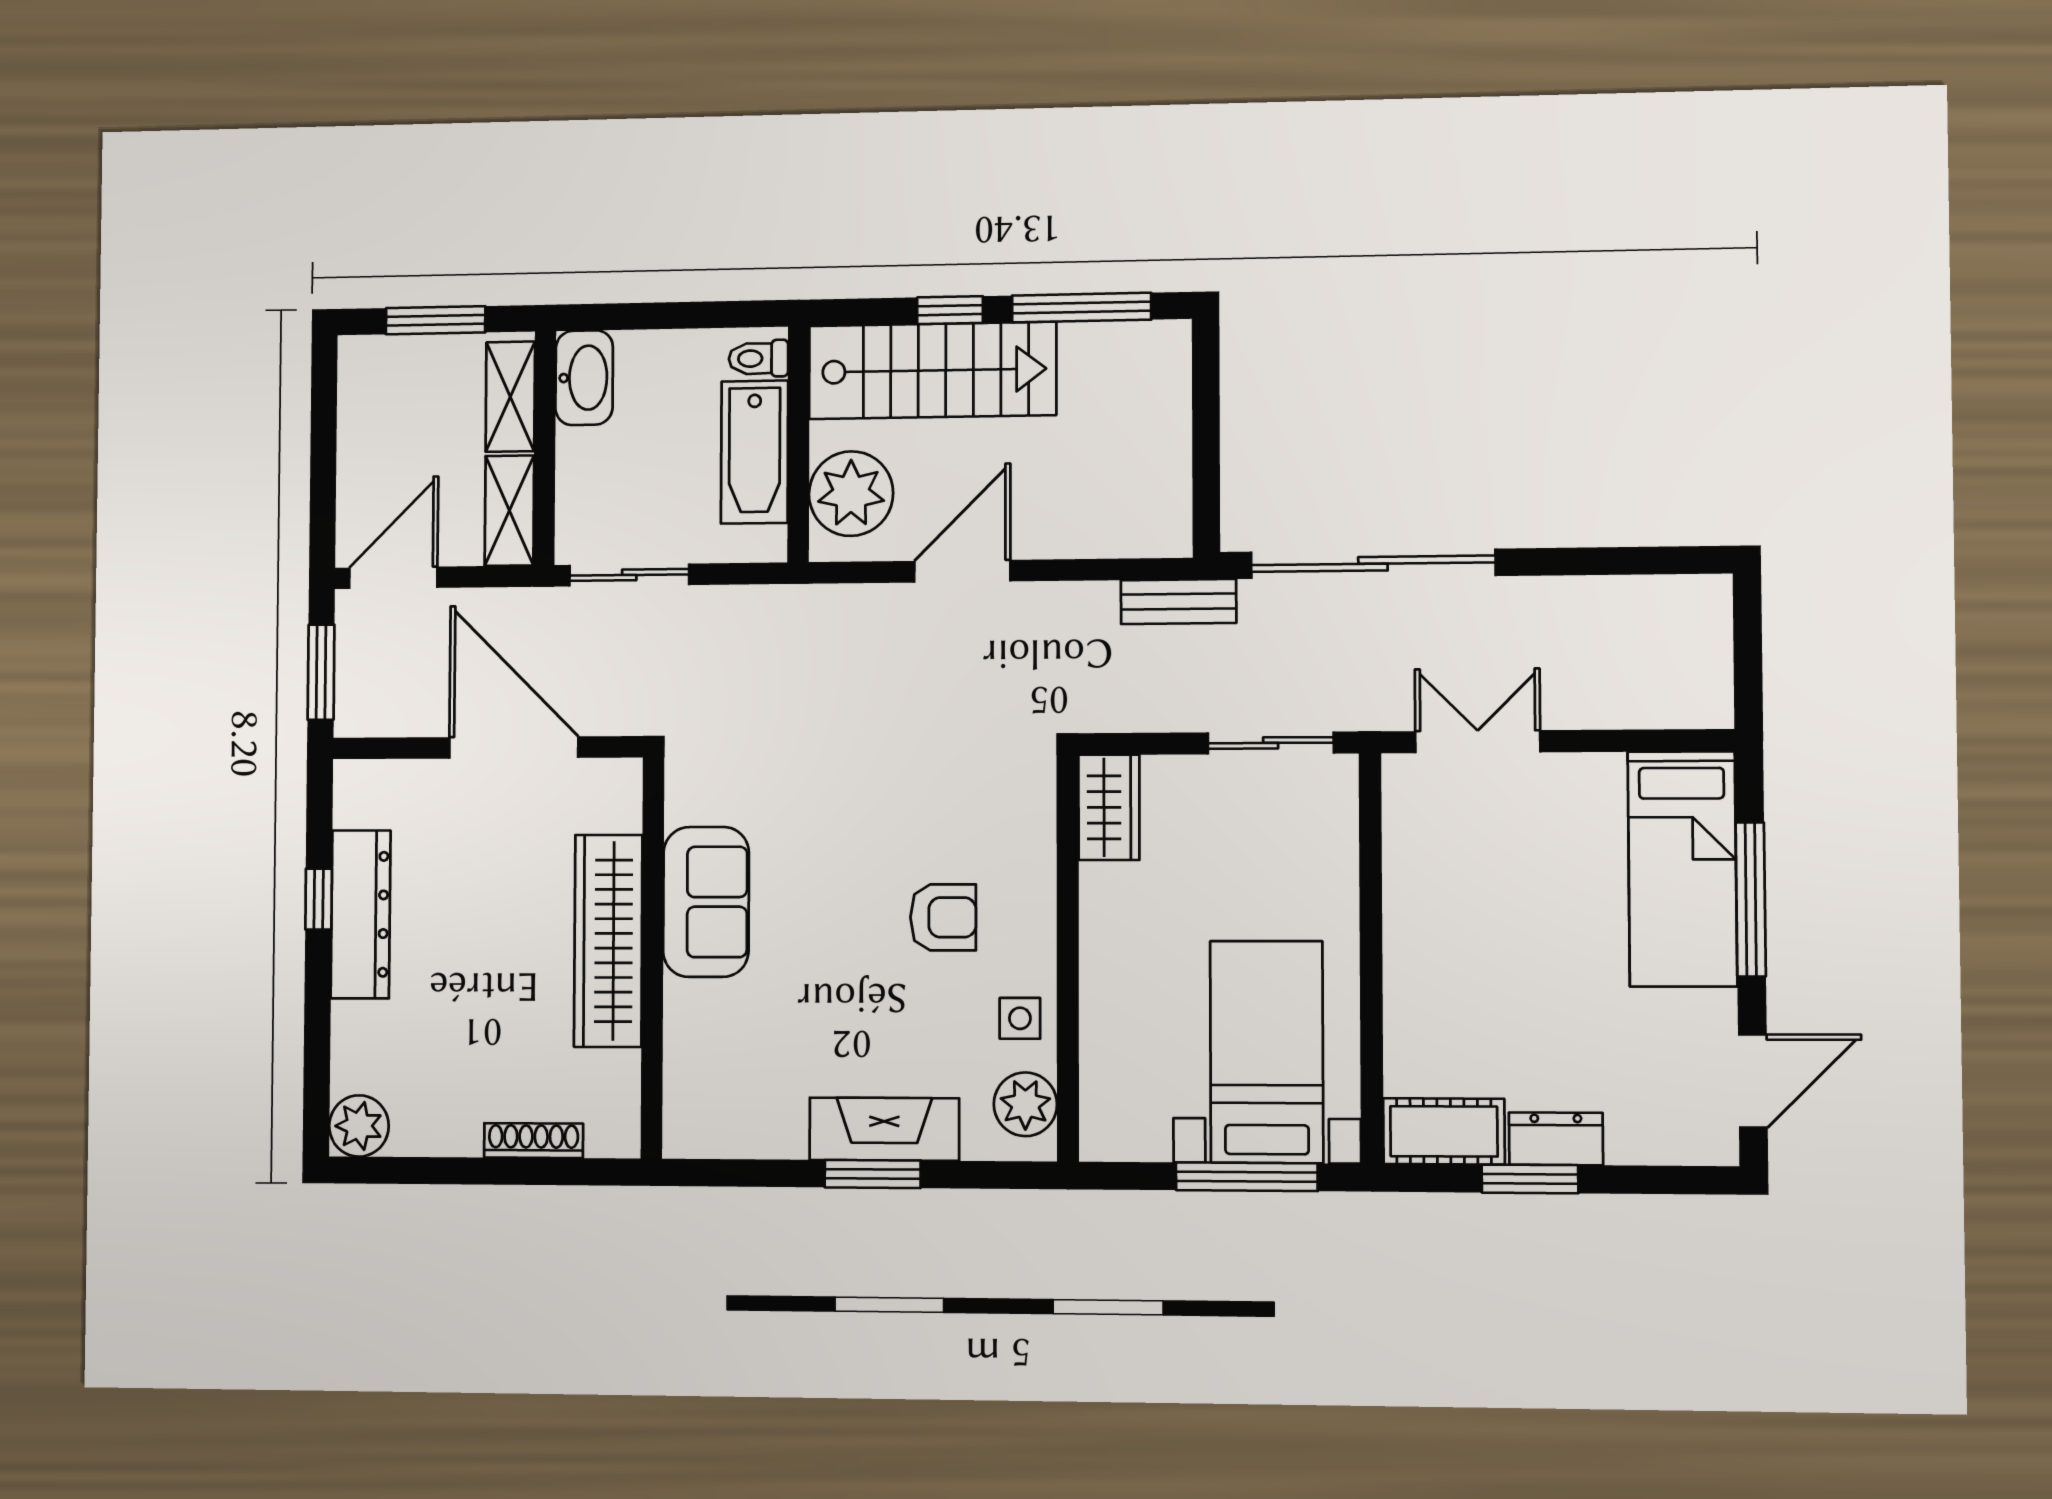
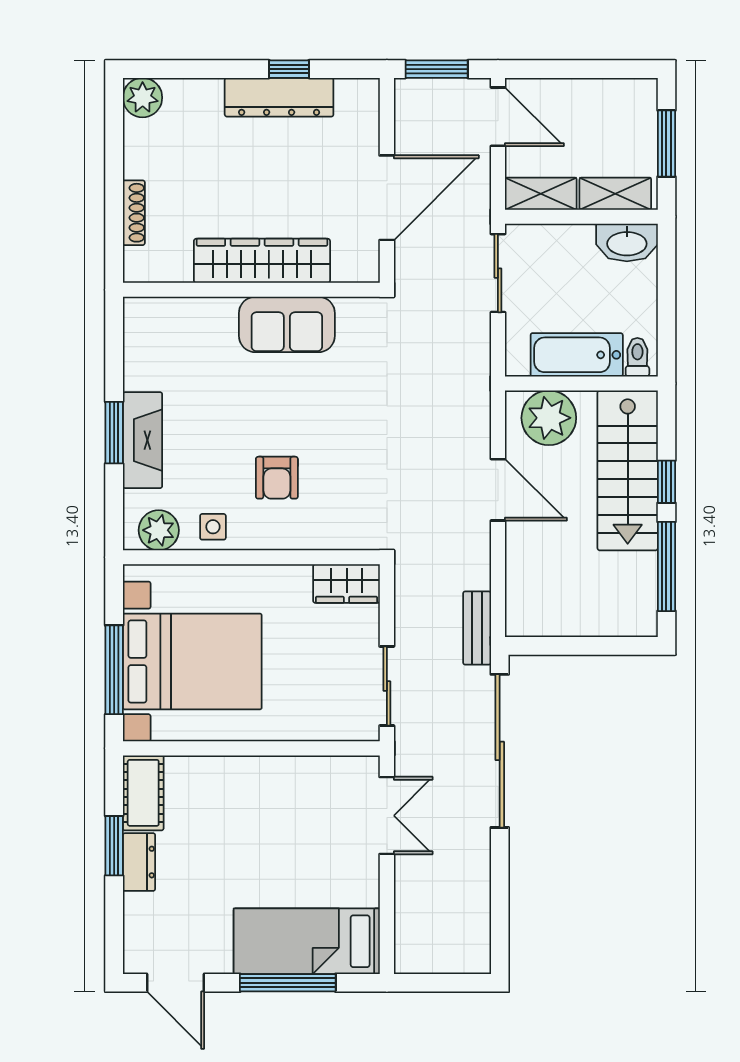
bed with nightstands: (1267, 1052) -> (192, 661), width x1.36

